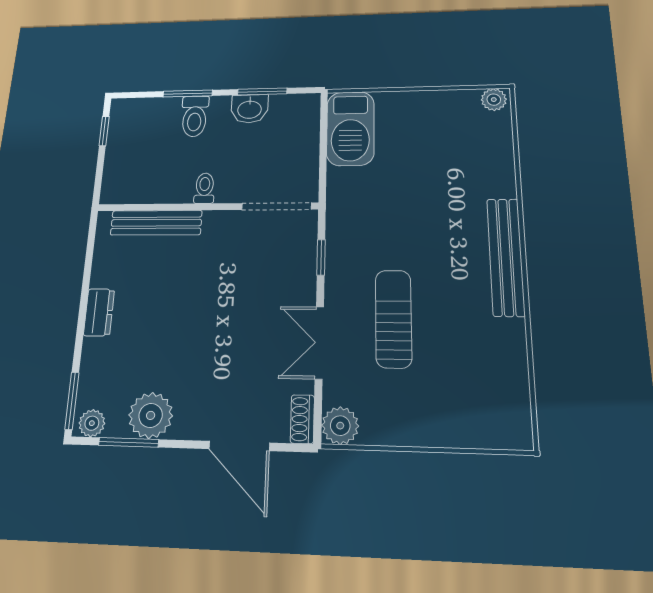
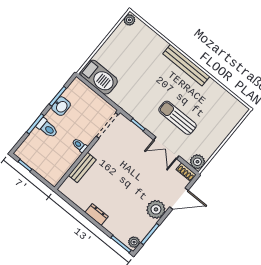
bench: (156, 223) -> (82, 168), width x0.73
plant: (151, 415) -> (156, 209), moved

